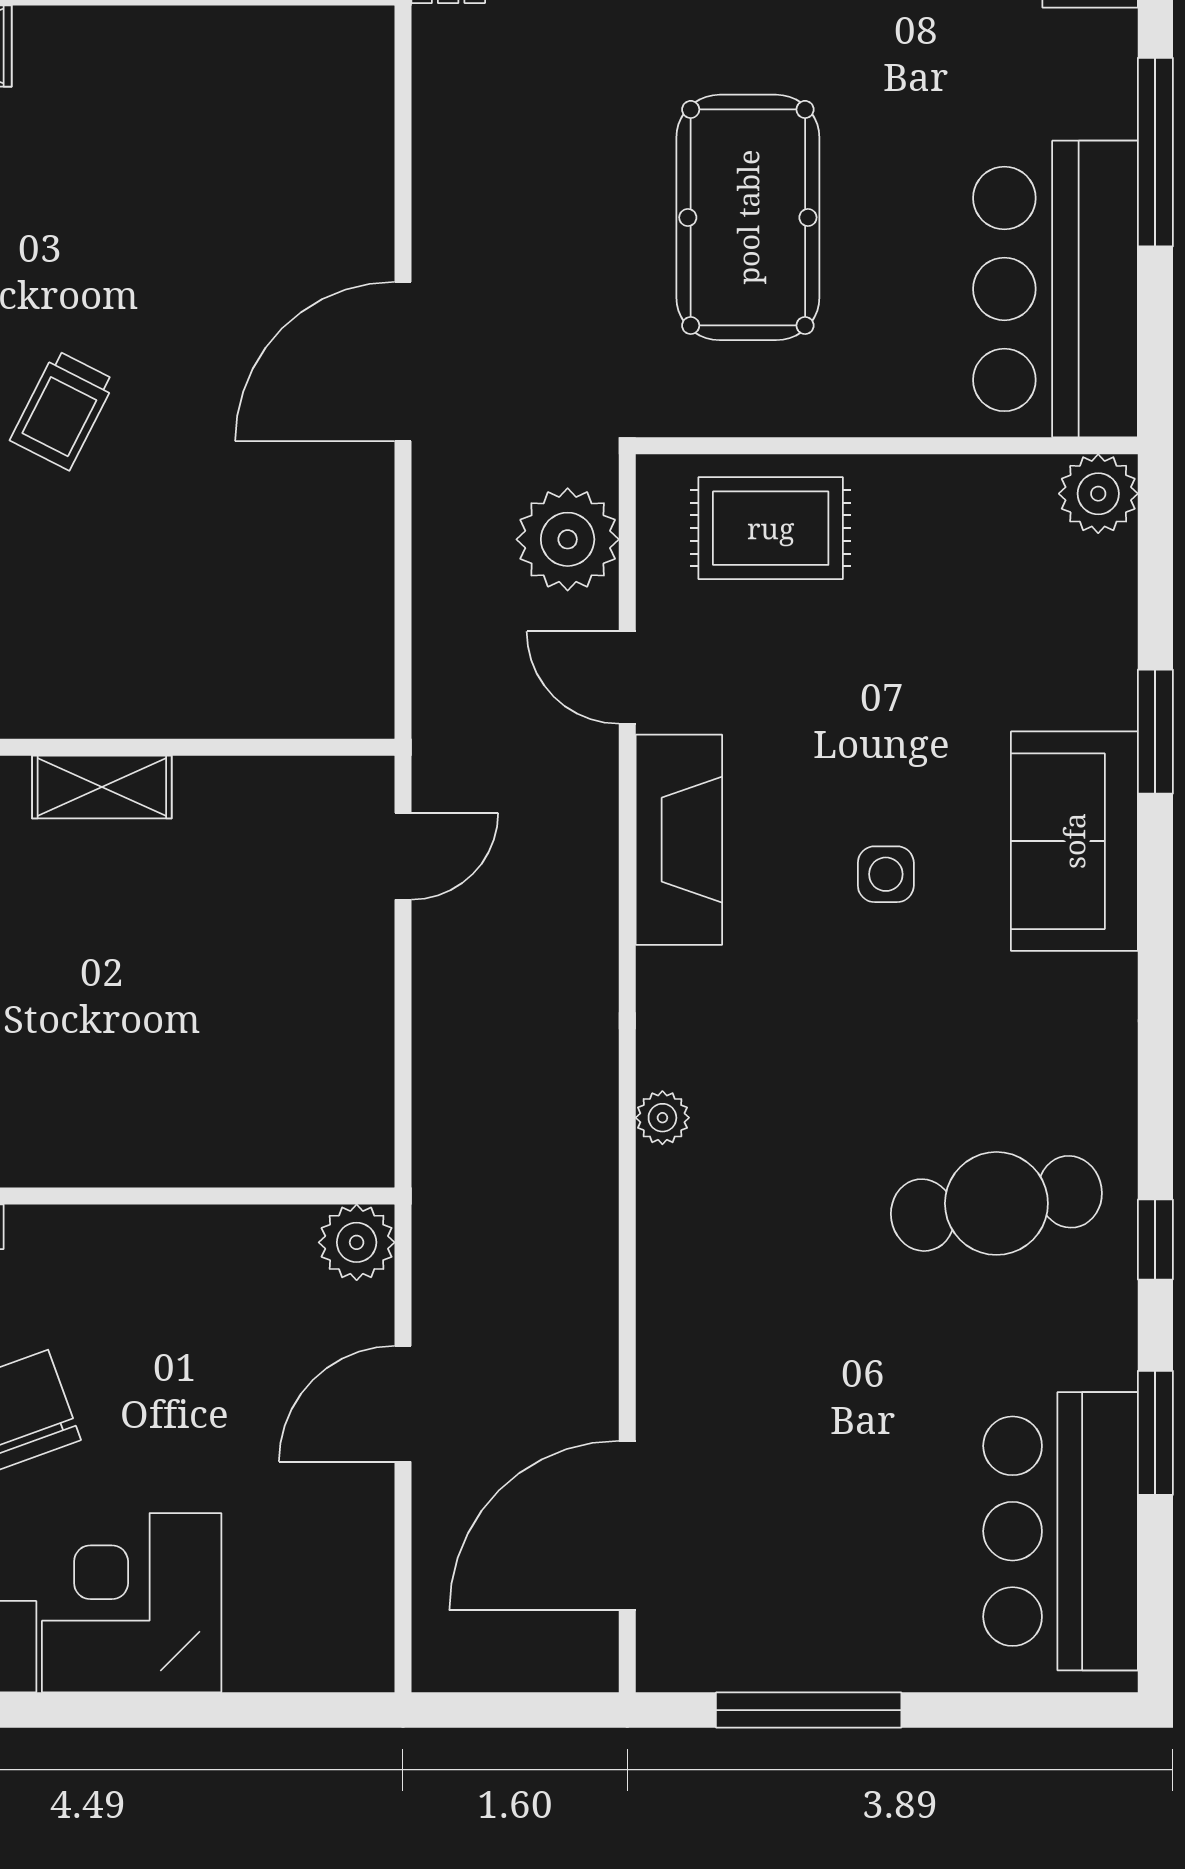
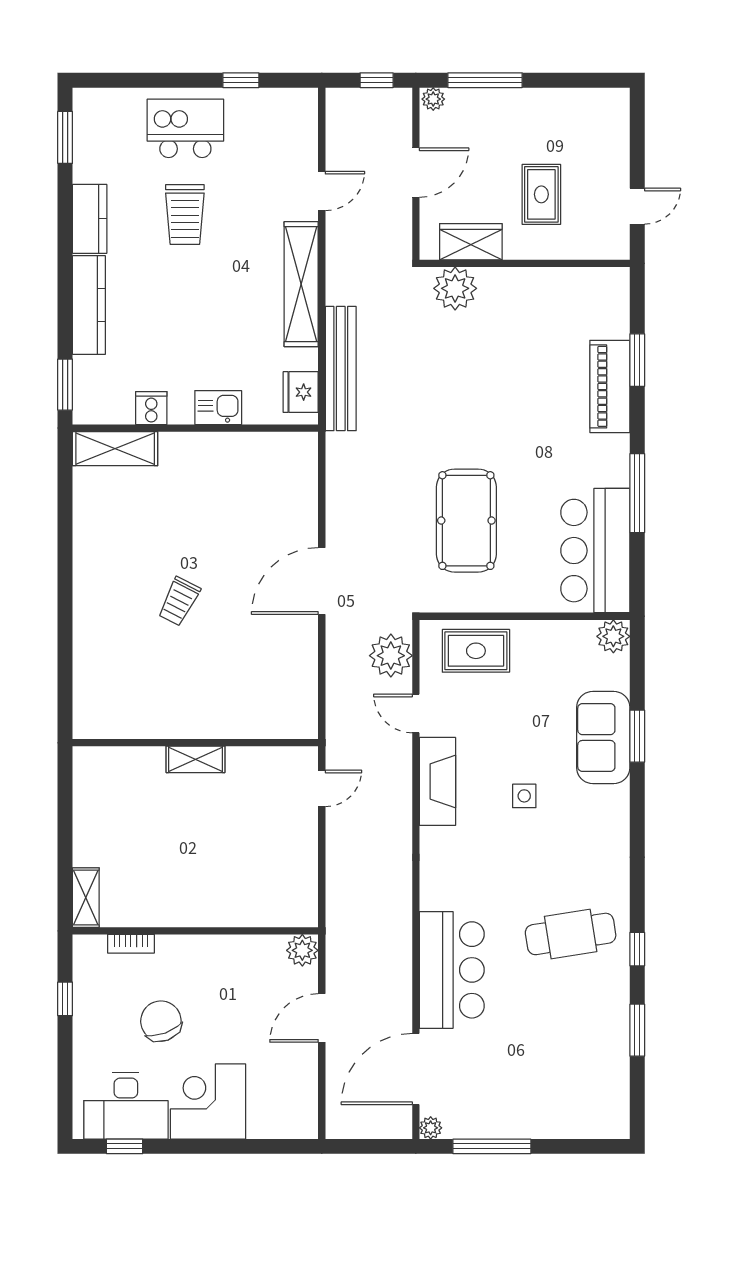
sofa: (1074, 841) -> (603, 738), moved
plant: (662, 1118) -> (431, 1128), moved
bar counter: (1061, 1531) -> (452, 970), moved, turned 180

